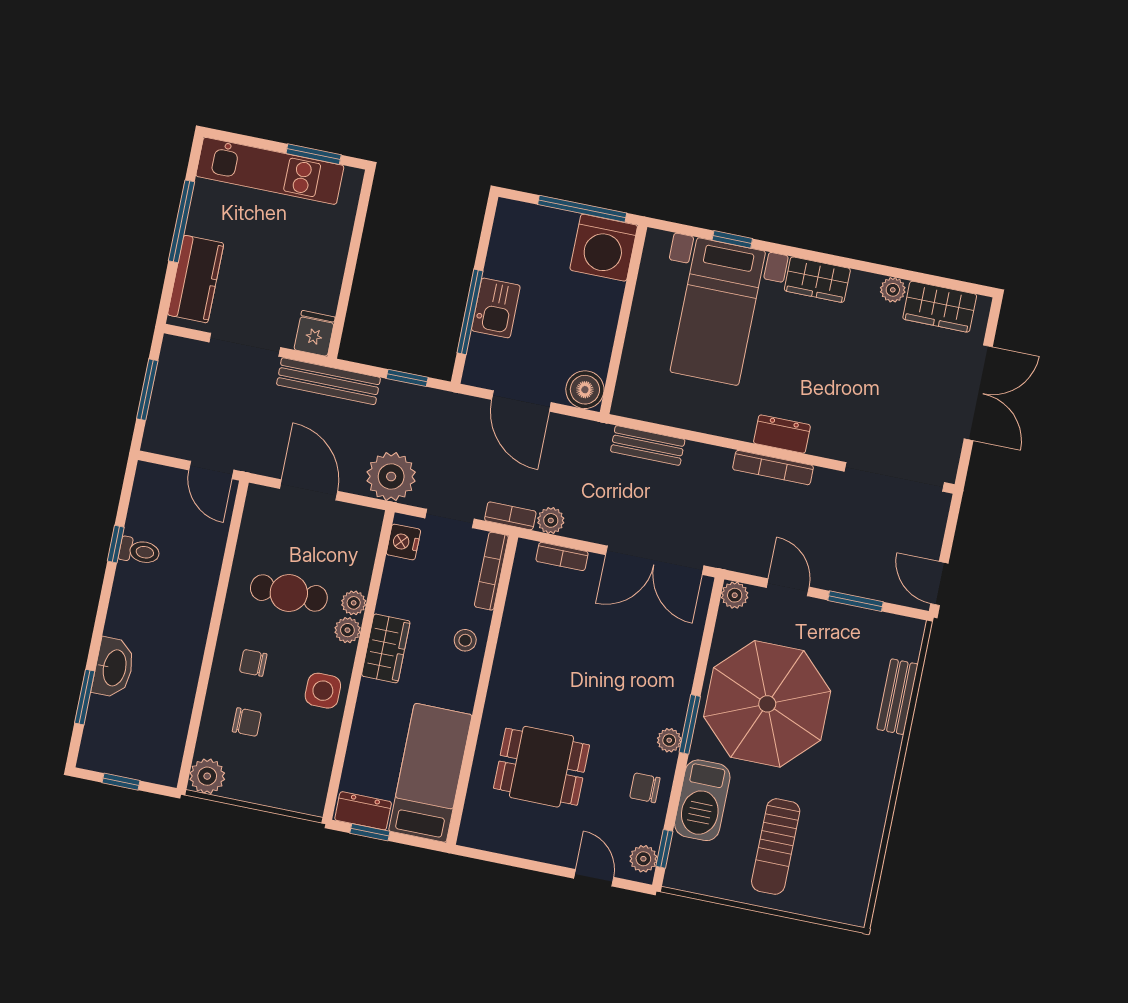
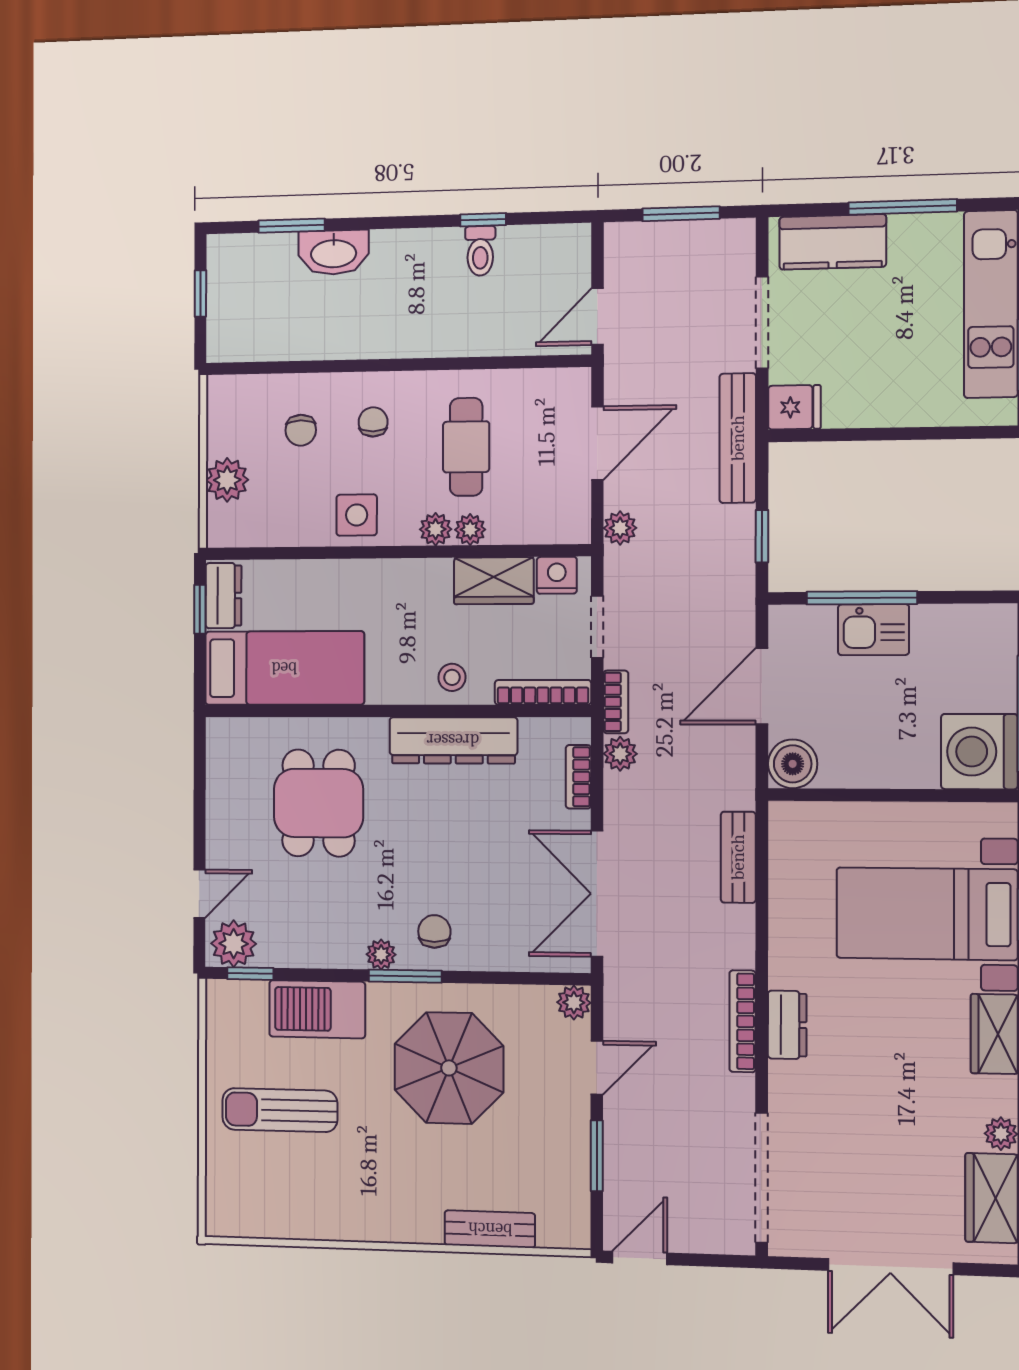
plant: (391, 476) -> (620, 528), width x0.53, depth x0.53
wardrobe: (386, 648) -> (494, 581), moved
dresser: (514, 649) -> (453, 740), added
parasol: (767, 704) -> (449, 1068), width x0.73, depth x0.73
plant: (207, 776) -> (227, 480), moved
chair: (645, 788) -> (434, 931), moved
plant: (643, 859) -> (234, 944), width x1.38, depth x1.38

